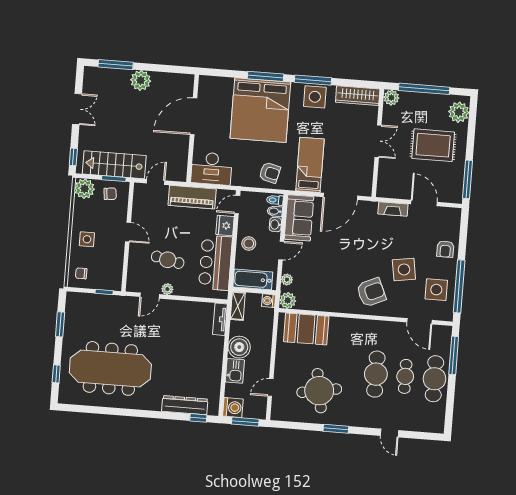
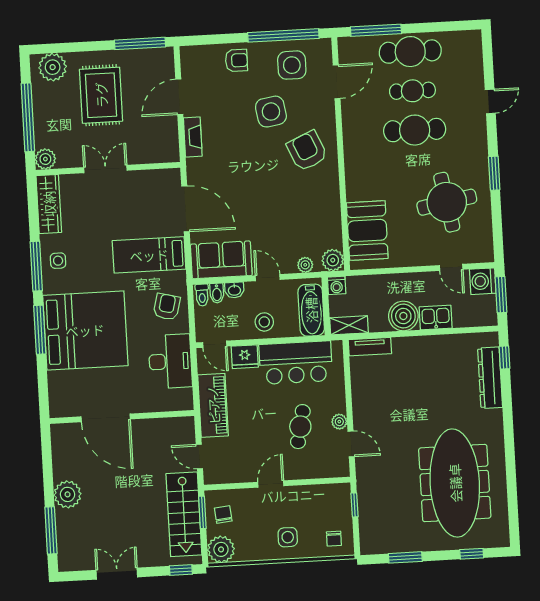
side table: (315, 97) -> (58, 261), width x0.54, depth x0.54
desk: (212, 168) -> (170, 361), moved
washing machine: (233, 408) -> (483, 281), moved, turned -90

